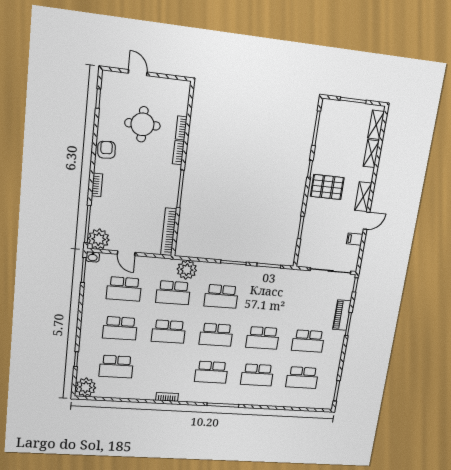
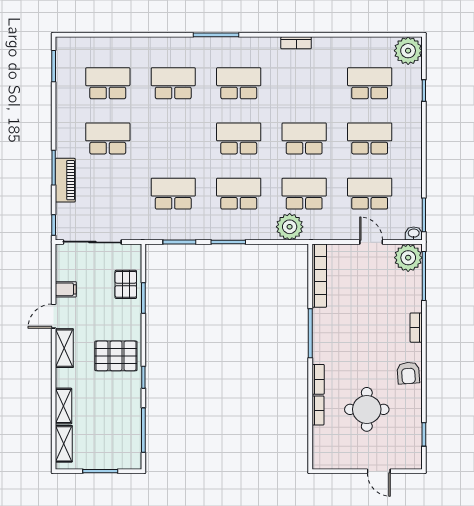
pallet: (312, 239) -> (126, 284), added
school desk: (263, 338) -> (173, 194), moved

